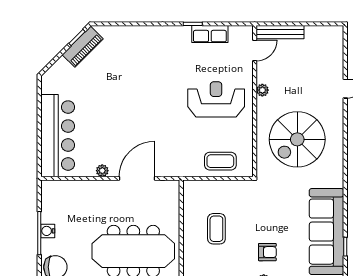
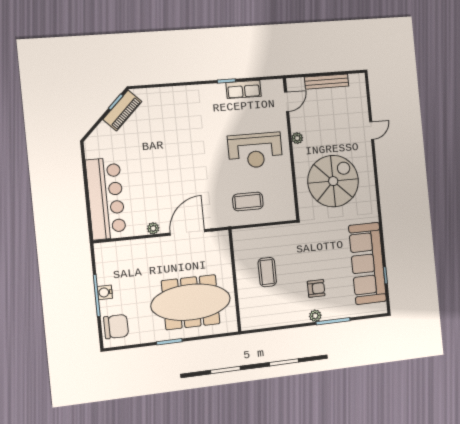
bench: (280, 32) -> (327, 82), moved
reception desk: (216, 99) -> (255, 150), turned 180
spiral stairs: (297, 139) -> (333, 181), turned 180
coffee table: (220, 161) -> (248, 202), moved

